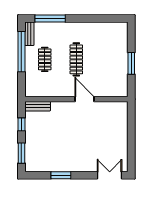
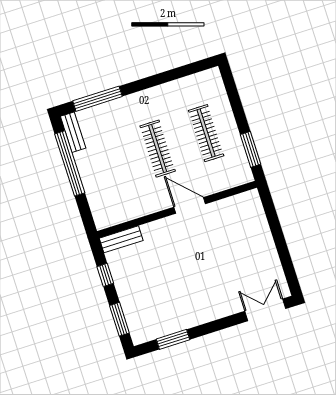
clothes rail: (45, 59) -> (206, 133), moved, width x1.36
window: (131, 63) -> (251, 149), moved
window: (61, 175) -> (173, 339), moved

